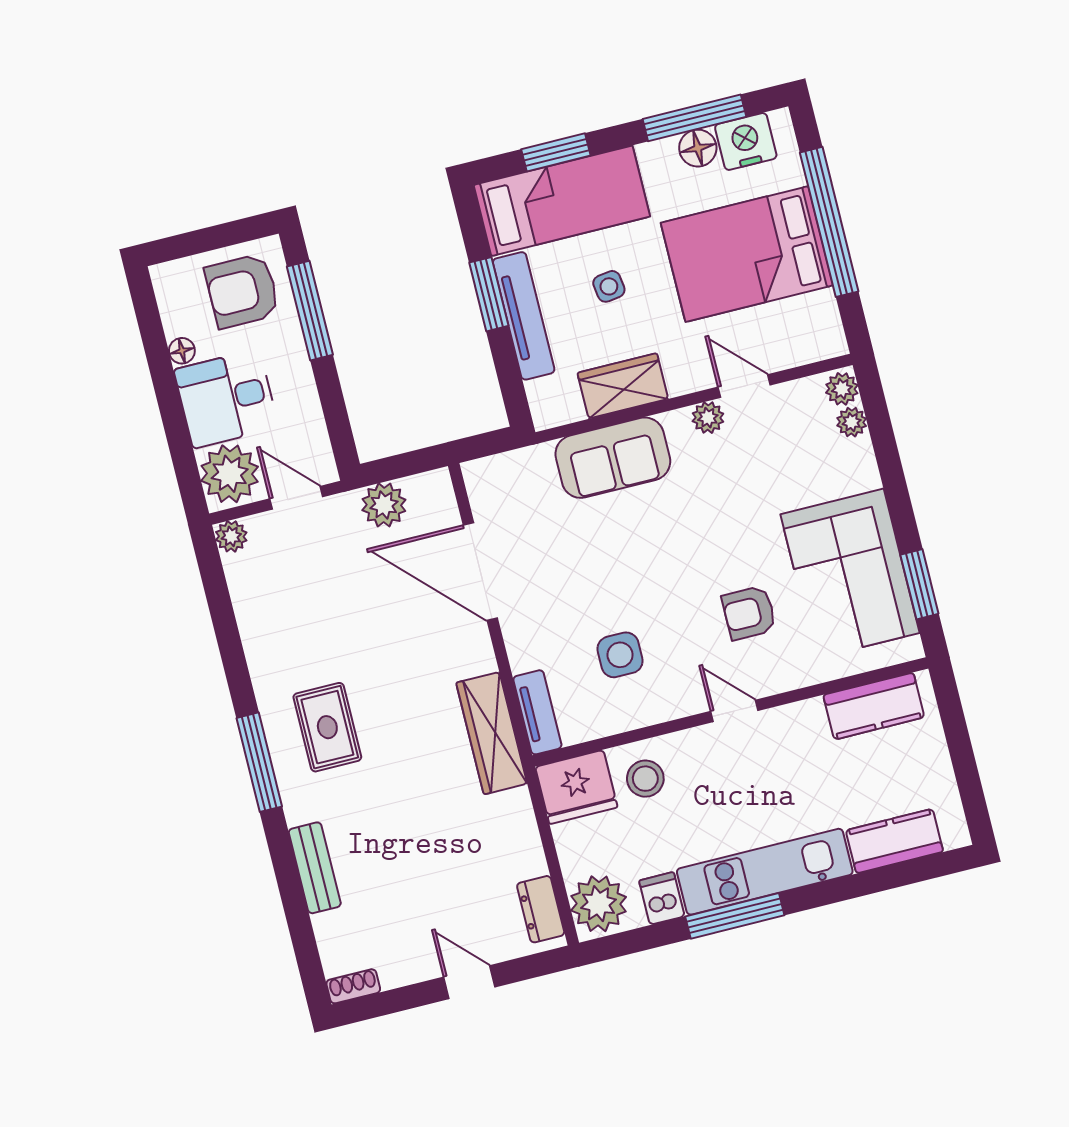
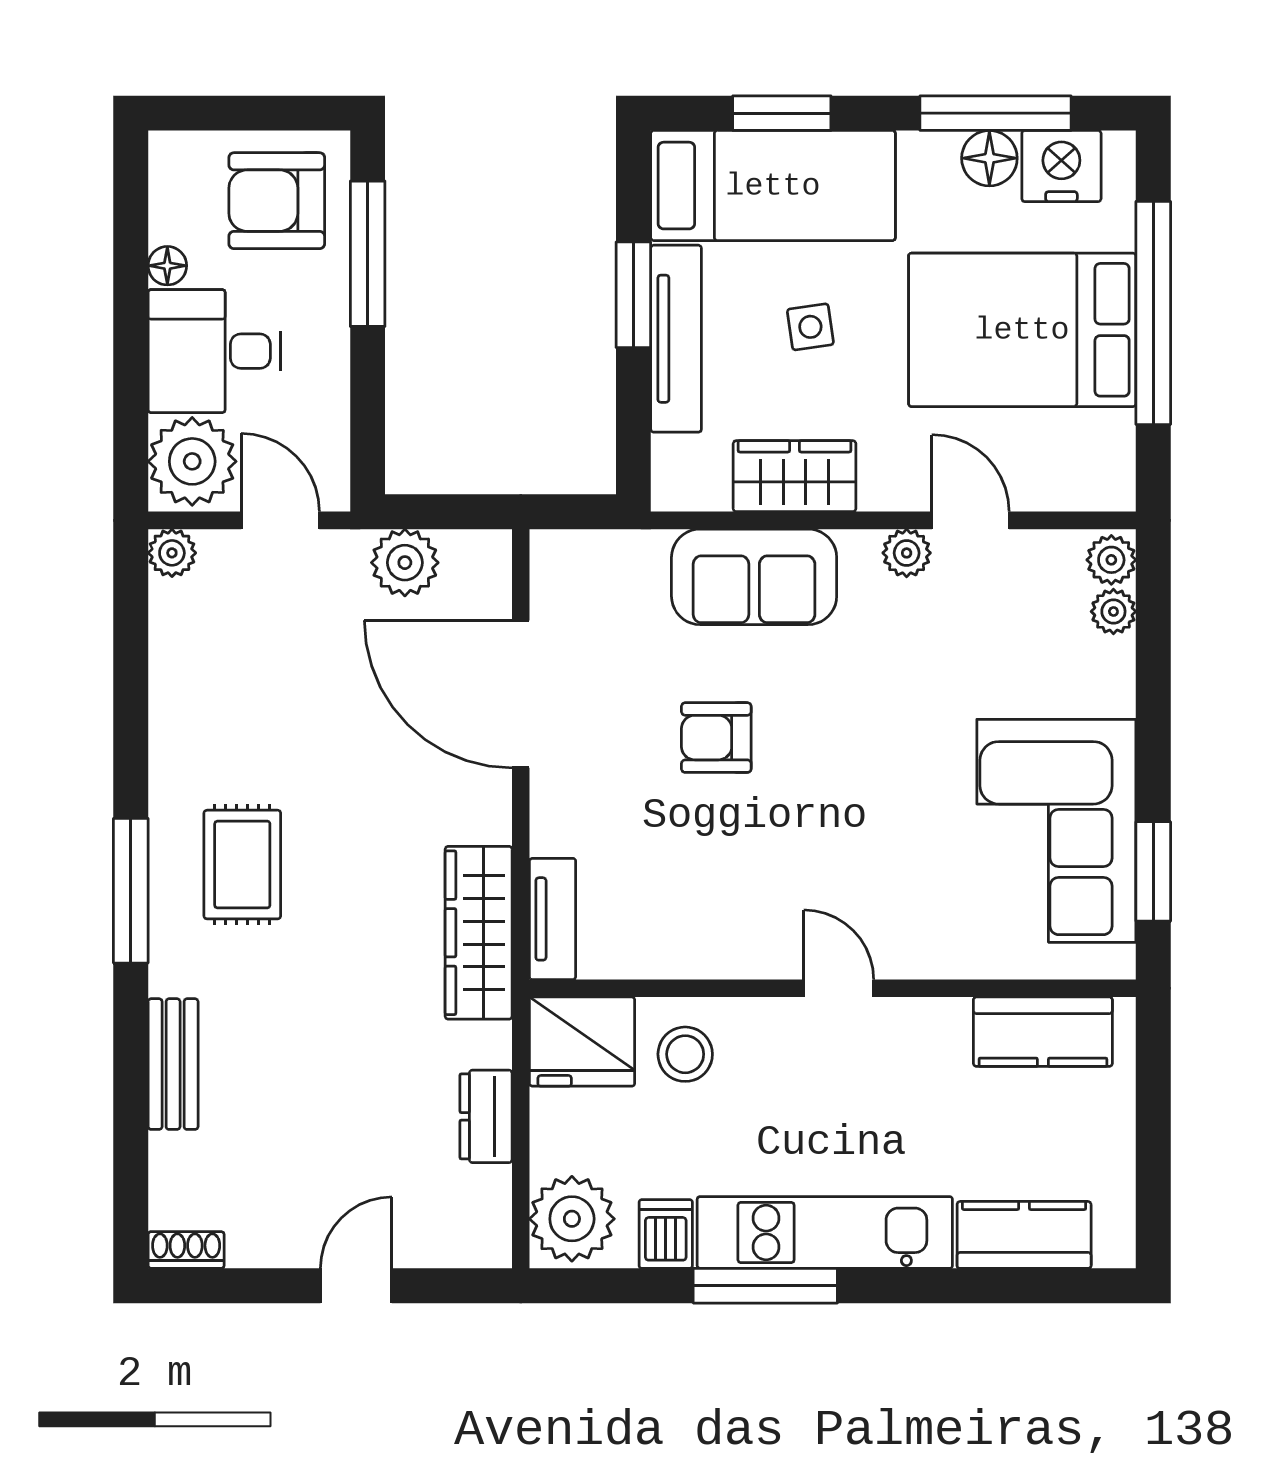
armchair: (749, 613) -> (716, 738), moved
side table: (620, 655) -> (693, 866), removed
dresser: (541, 909) -> (486, 1116), moved
door: (469, 982) -> (356, 1286), hinge flipped

